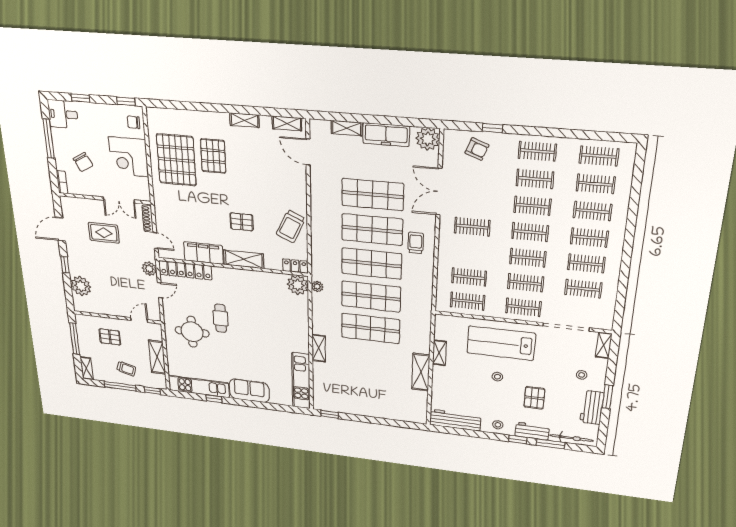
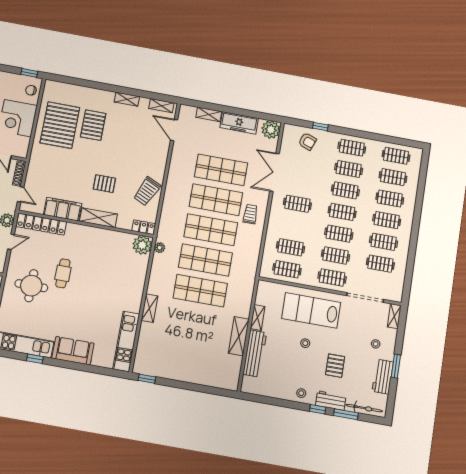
workbench: (455, 420) -> (255, 353), moved, turned 90

